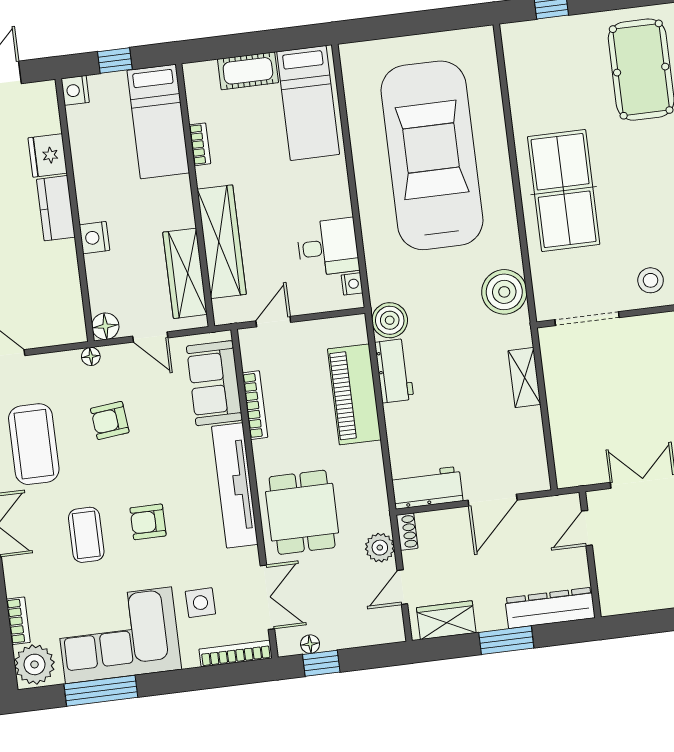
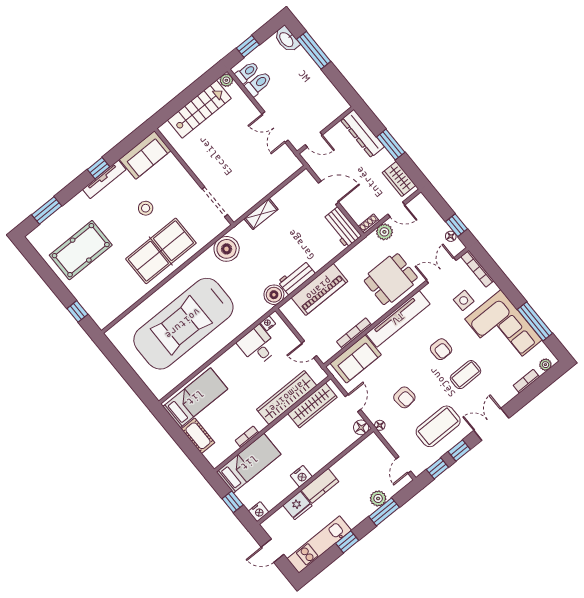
nightstand: (94, 238) -> (301, 476), moved
stool: (651, 280) -> (146, 208), moved
plant: (35, 664) -> (545, 365), width x0.53, depth x0.53

